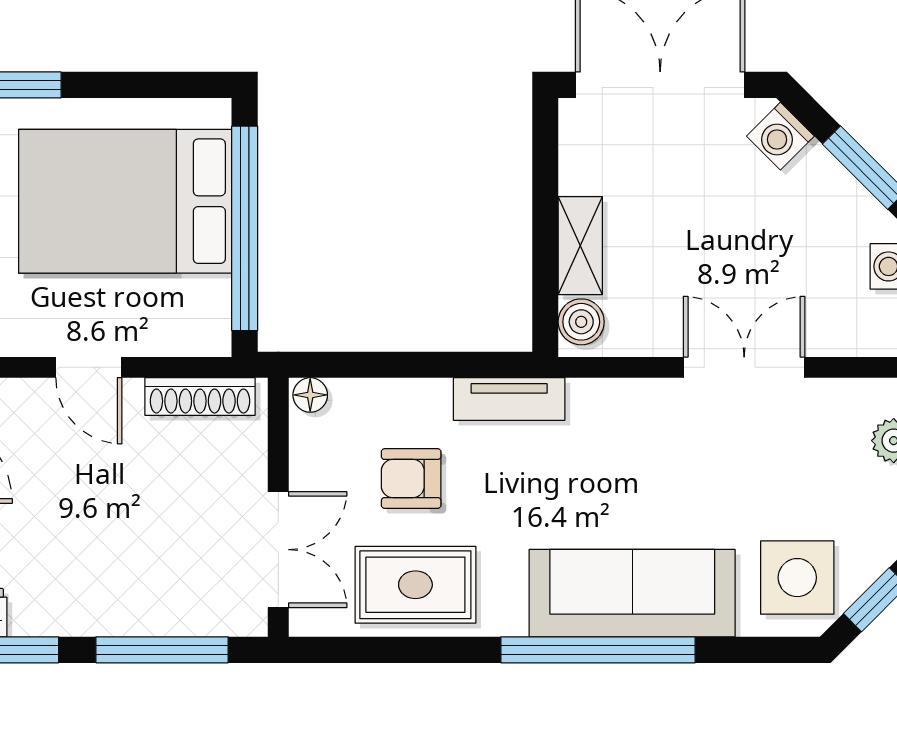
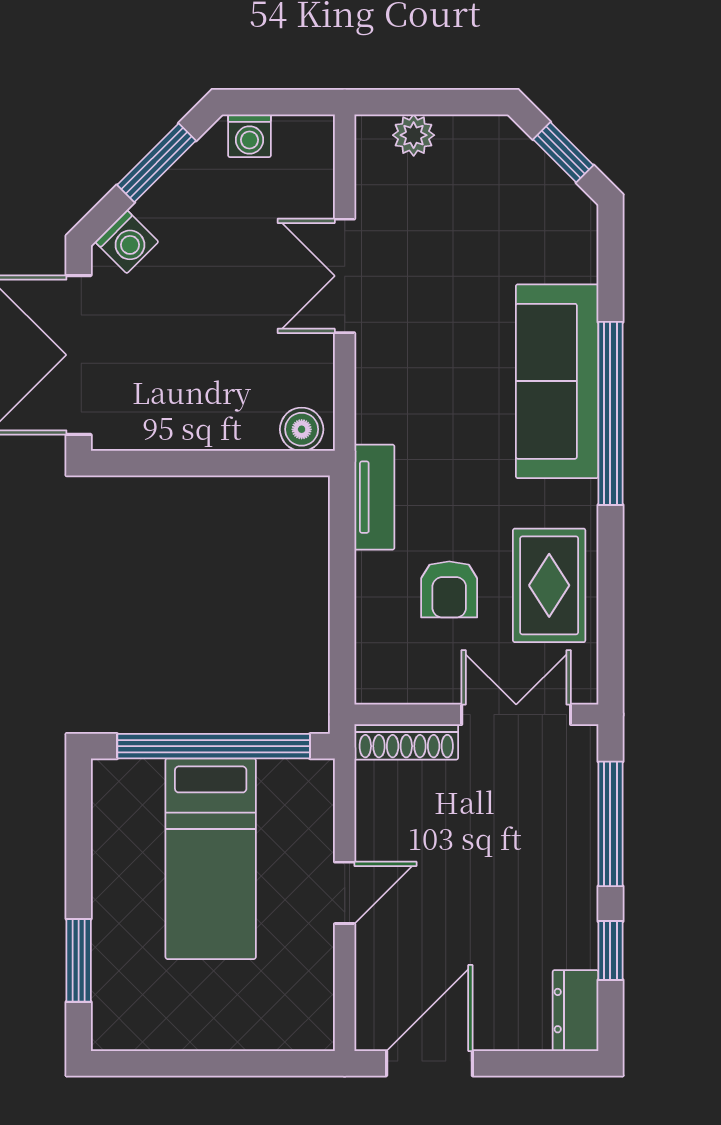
bed: (125, 201) -> (211, 859), width x0.67
shelving: (580, 246) -> (230, 430), removed
floor lamp: (310, 395) -> (371, 684), removed
shoe rack: (200, 397) -> (406, 742), moved, turned 90
side table: (797, 578) -> (542, 226), removed

